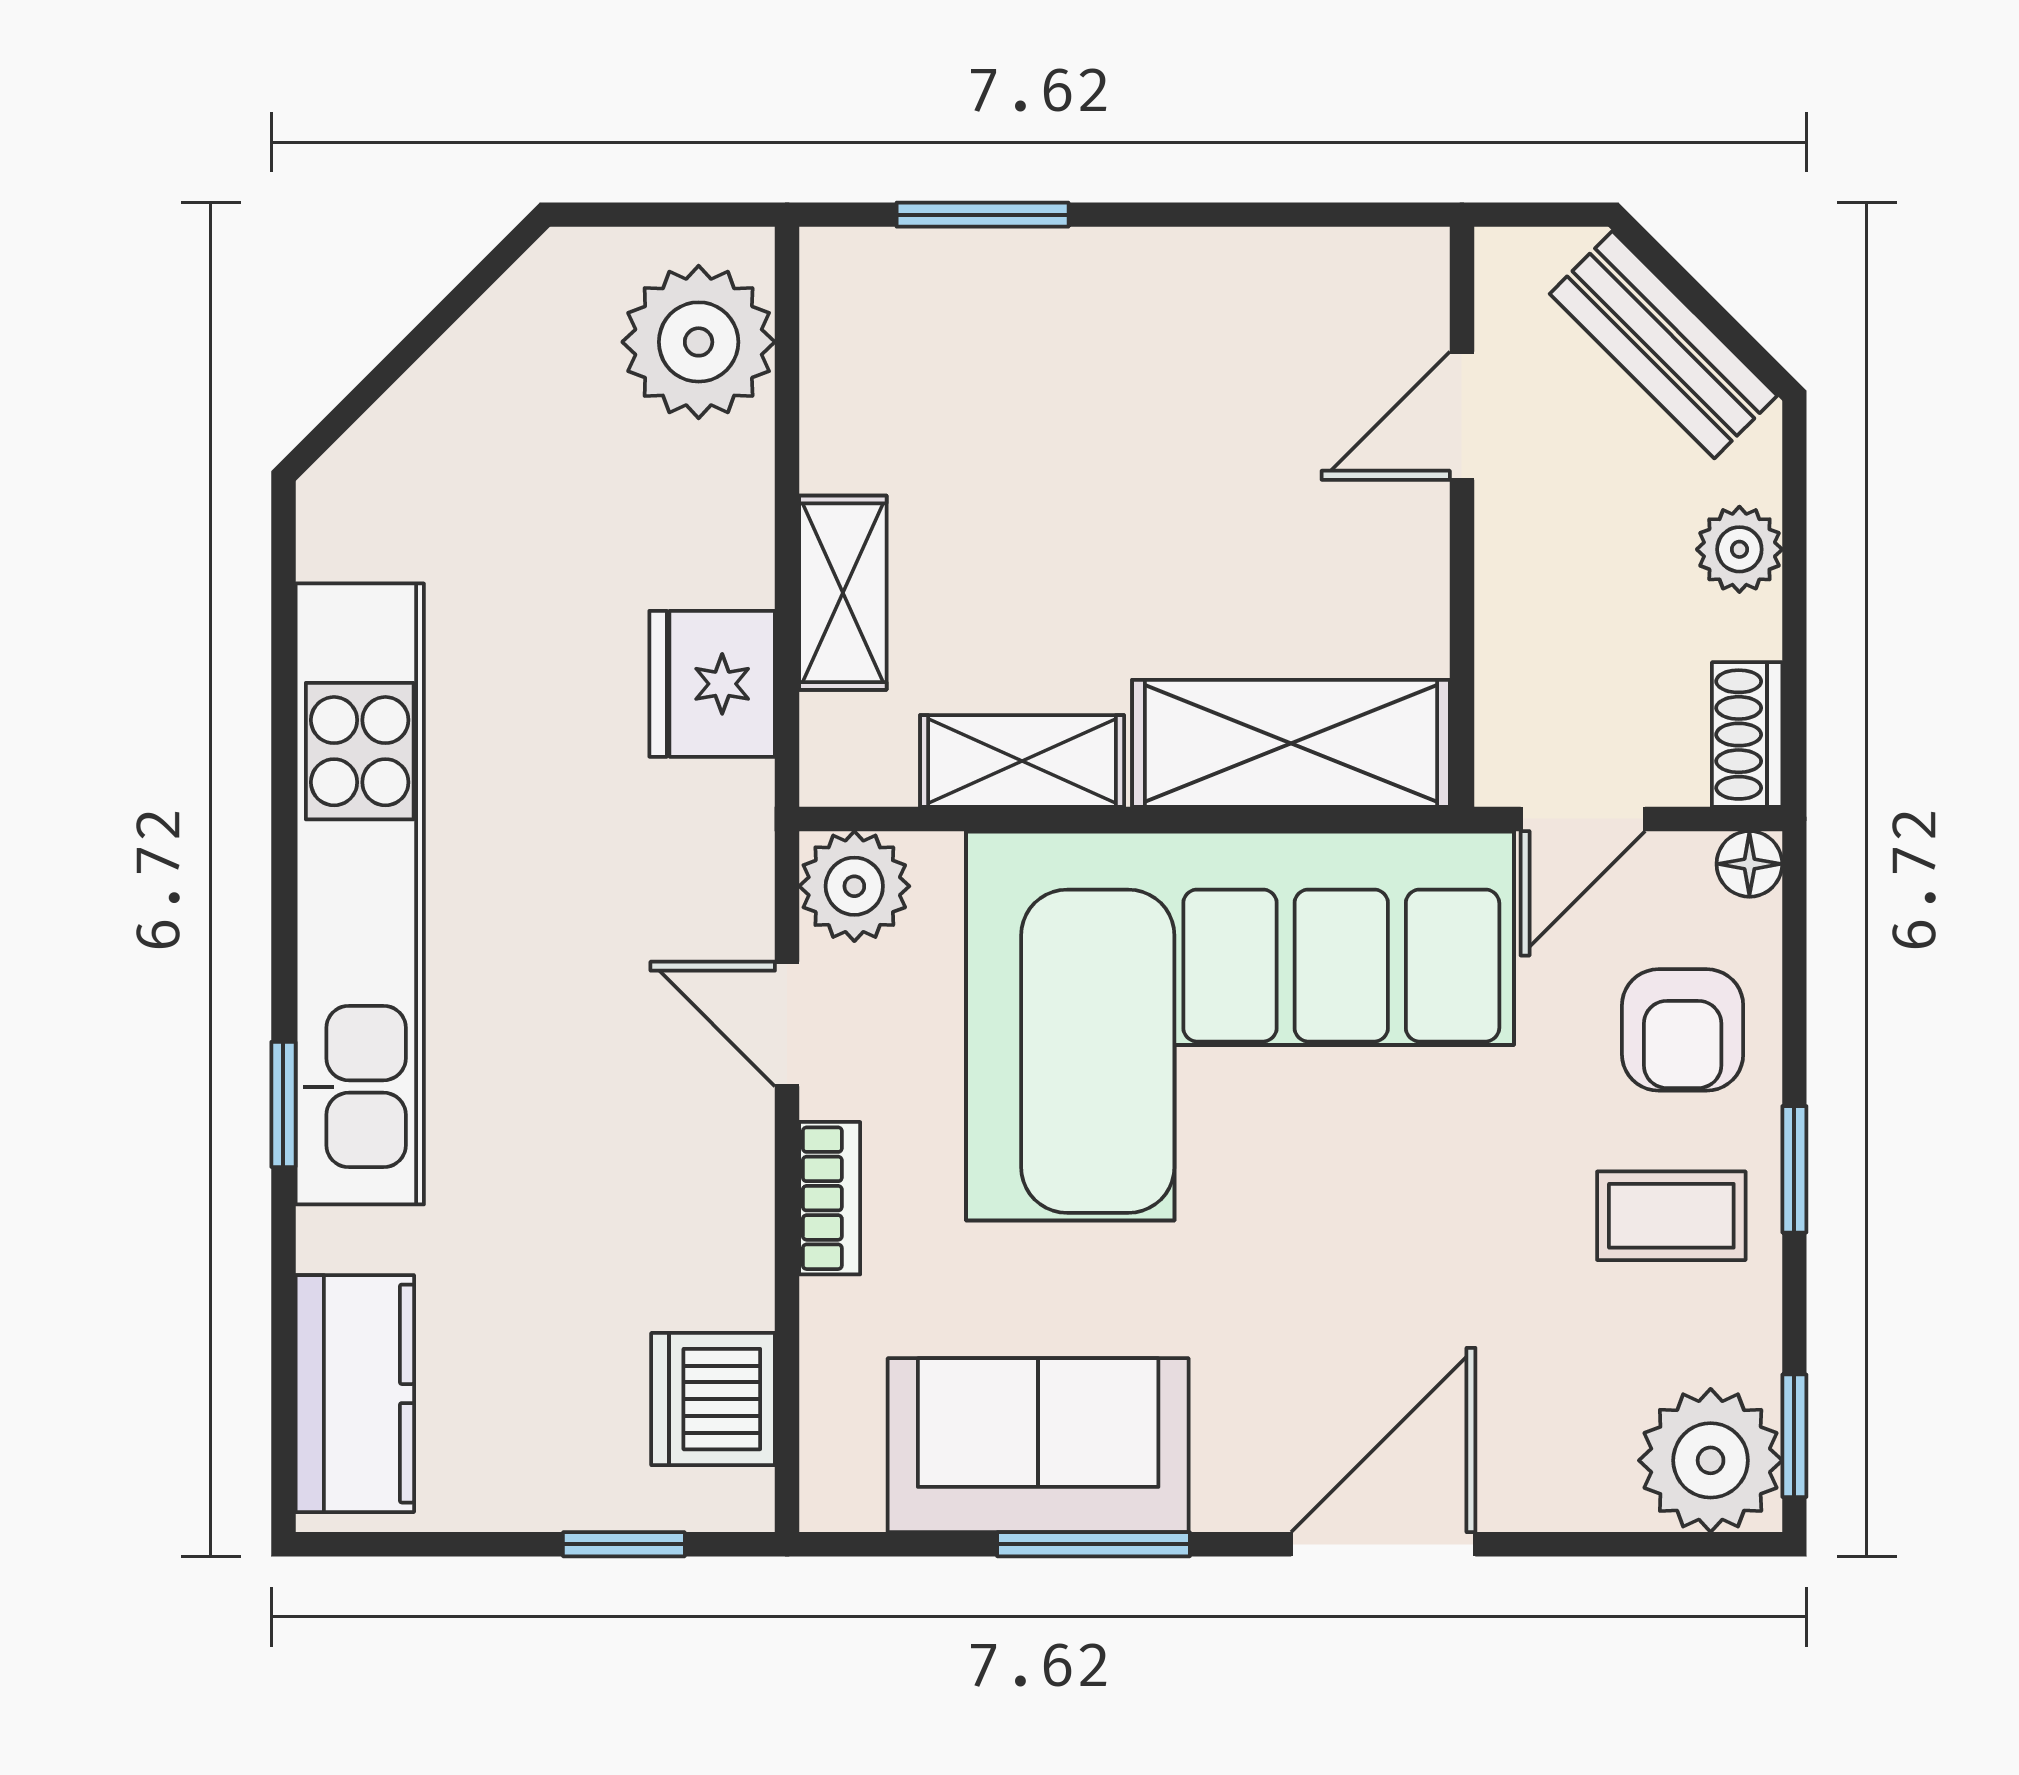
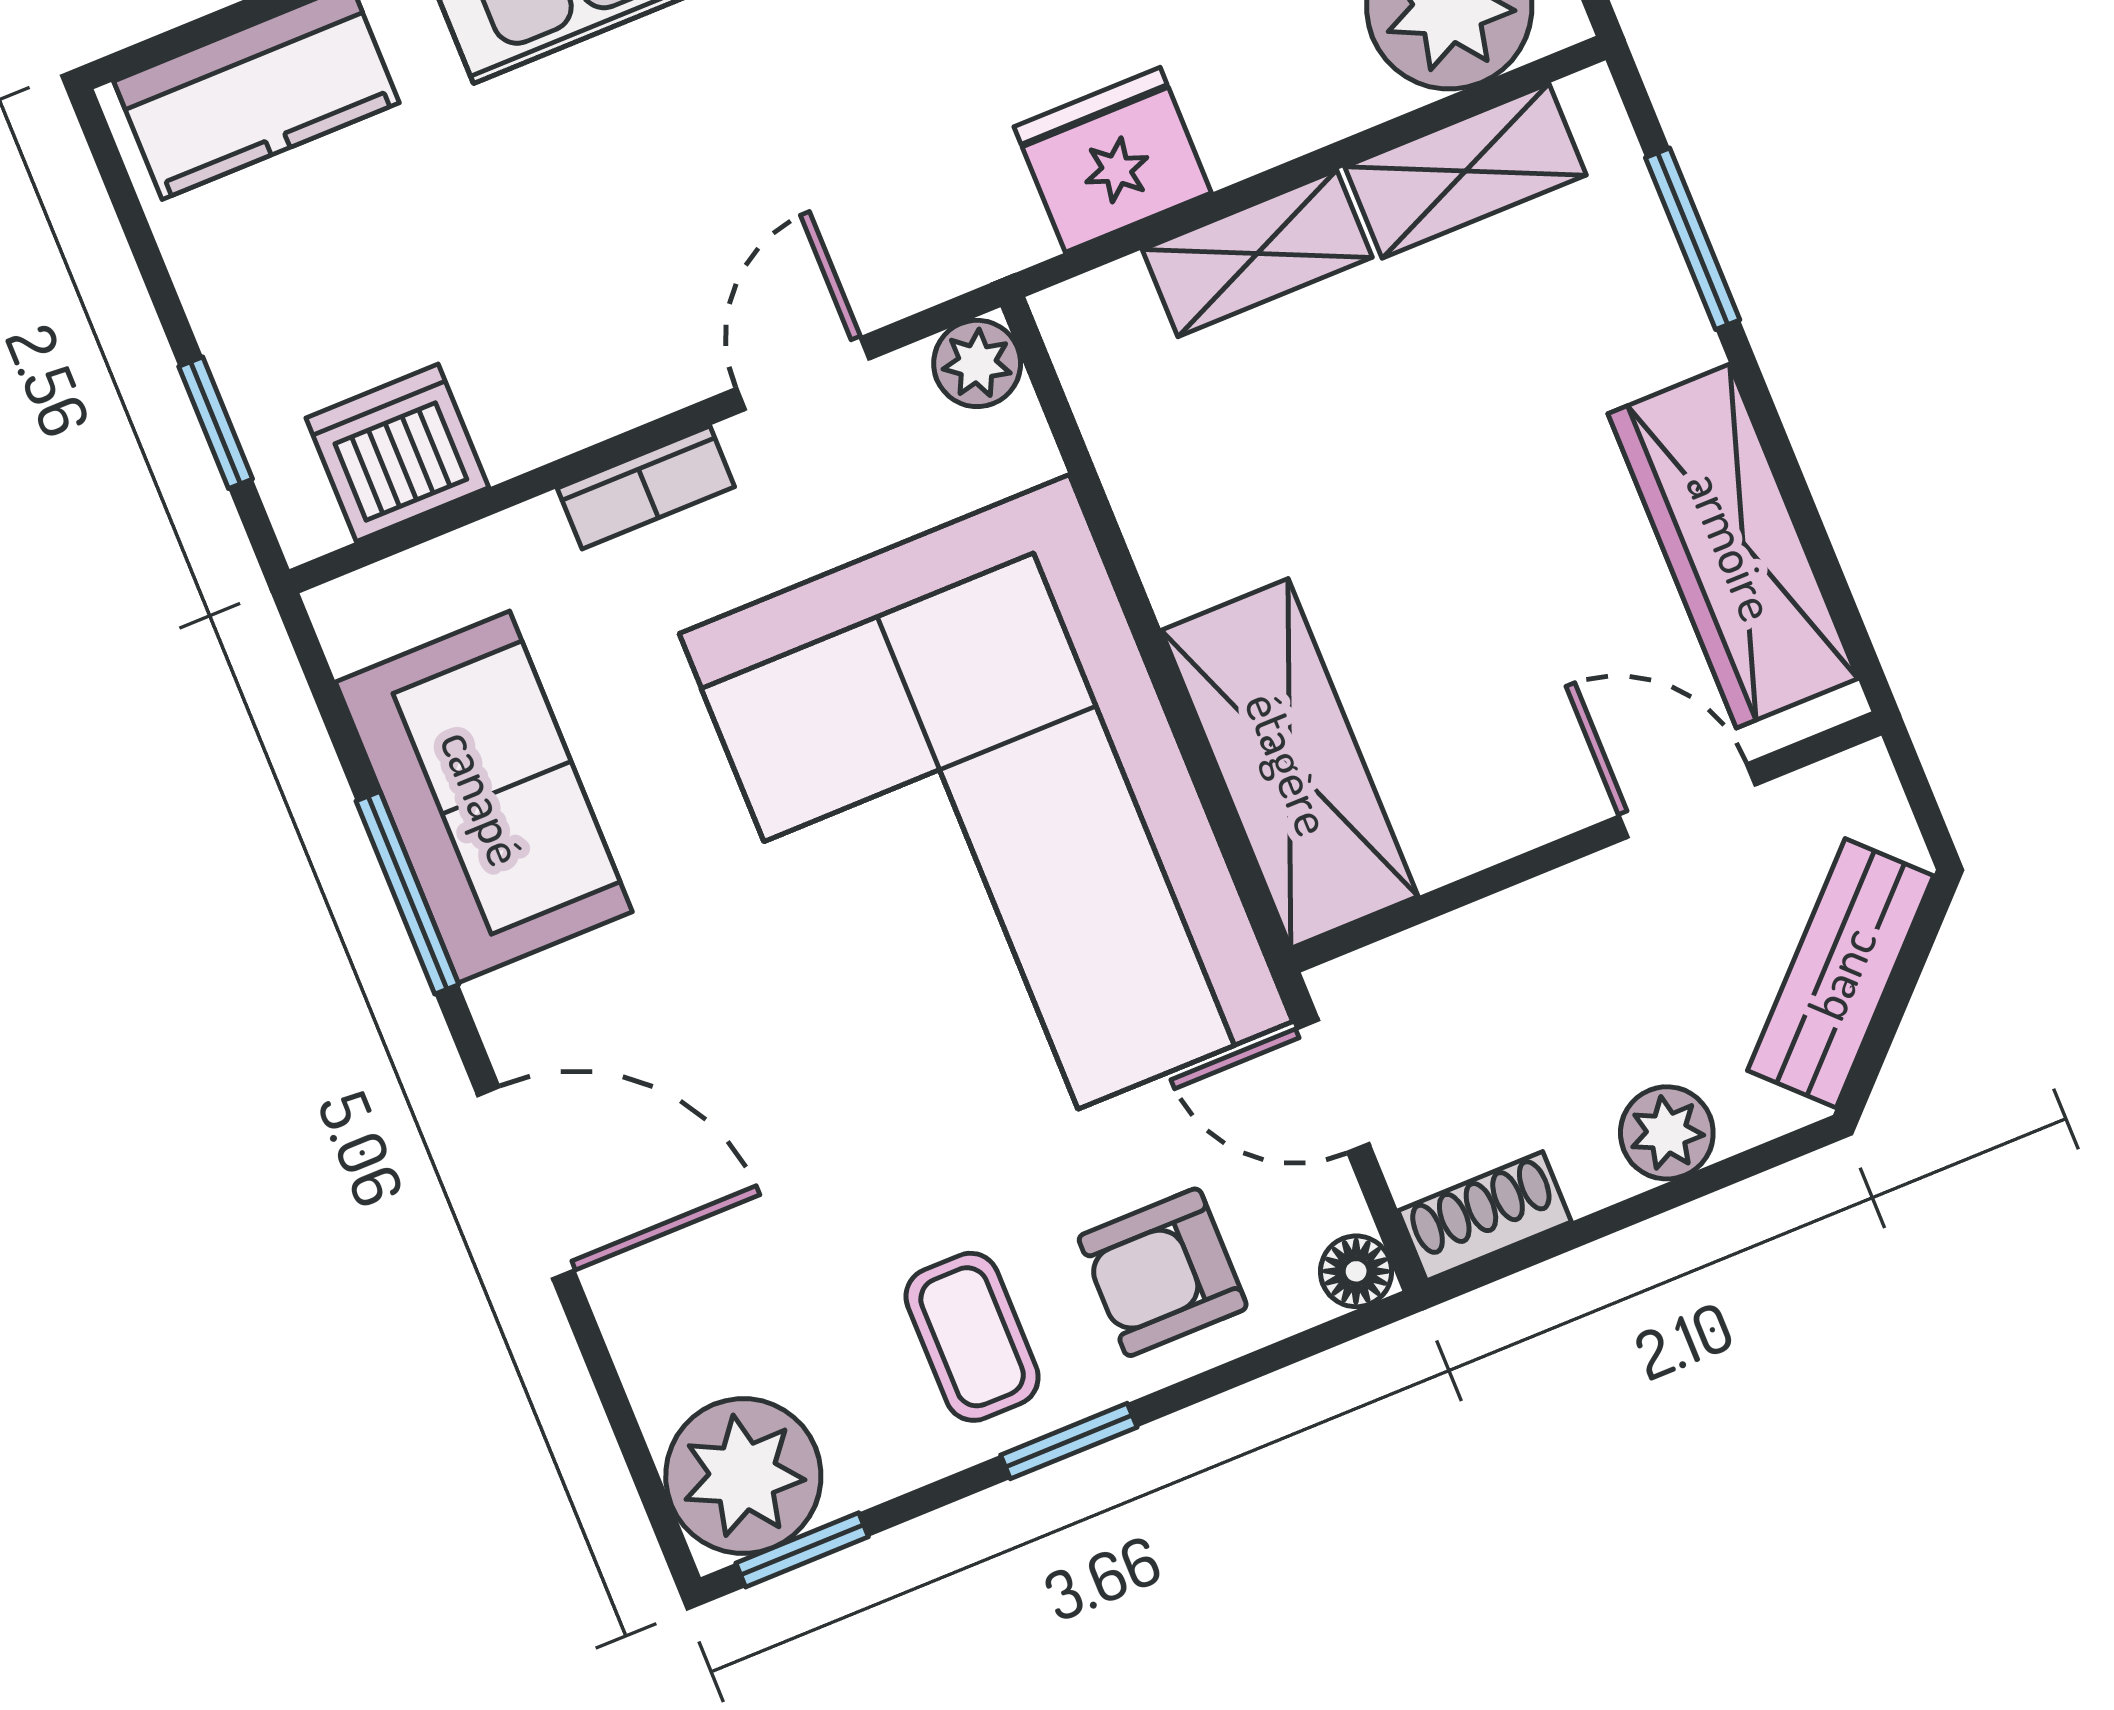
wardrobe: (1260, 287) -> (1733, 546), added
shelving: (1022, 761) -> (1465, 171), moved, turned 90
plant: (854, 886) -> (977, 363), width x0.73, depth x0.73

